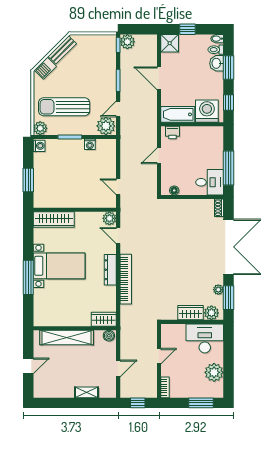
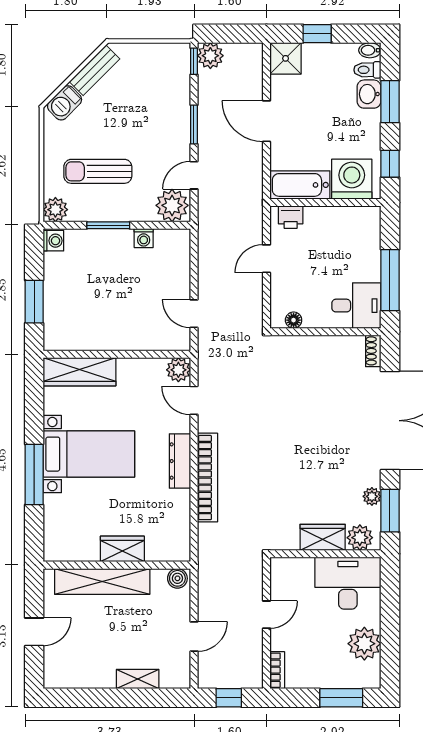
sun lounger: (64, 107) -> (98, 171), width x0.73, depth x0.75
wardrobe: (104, 319) -> (122, 549), moved

